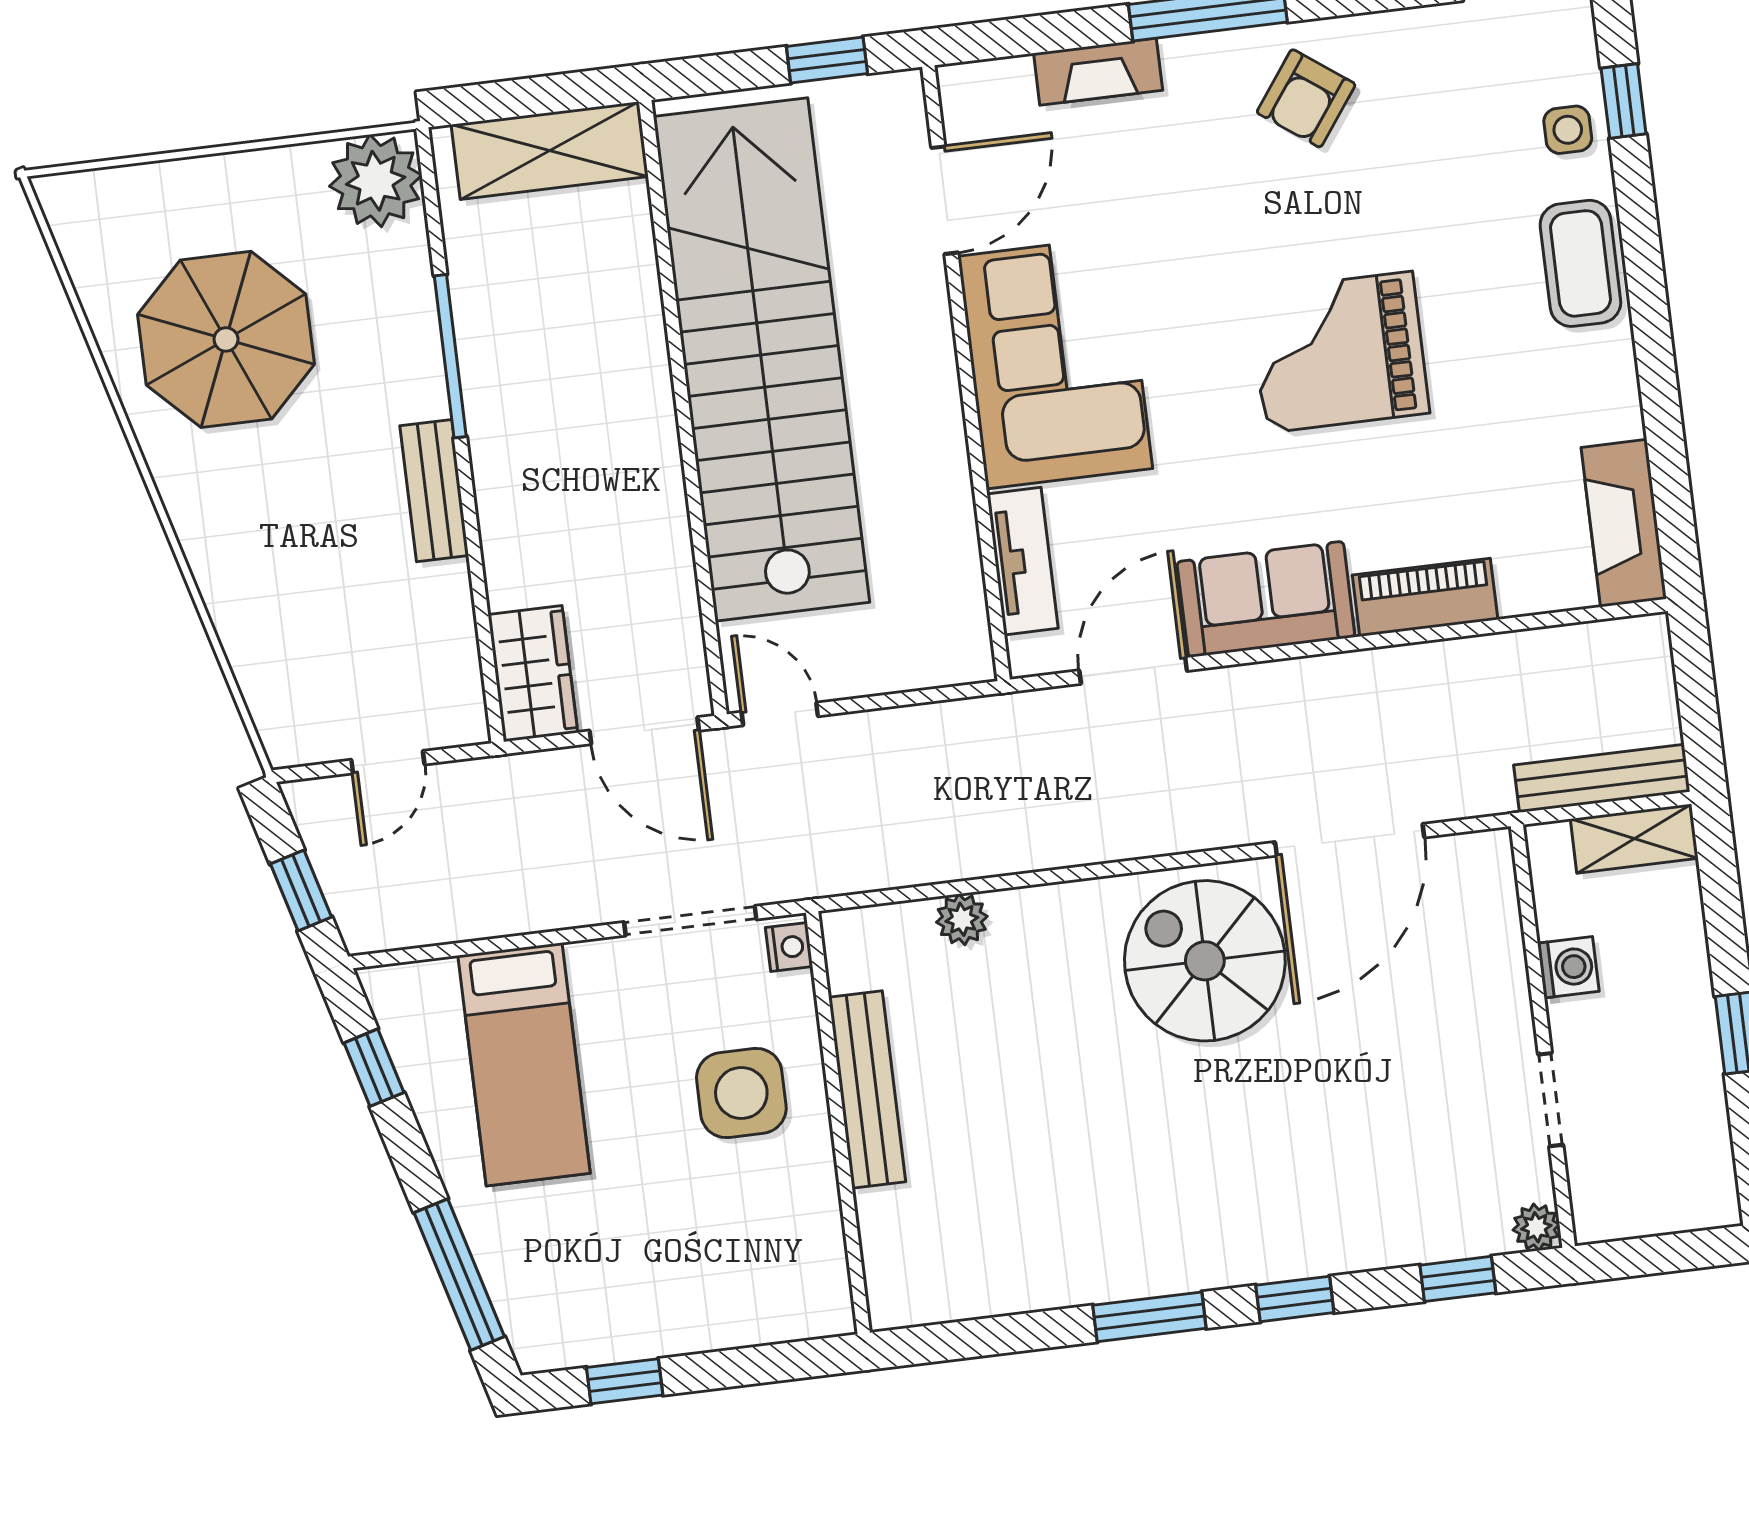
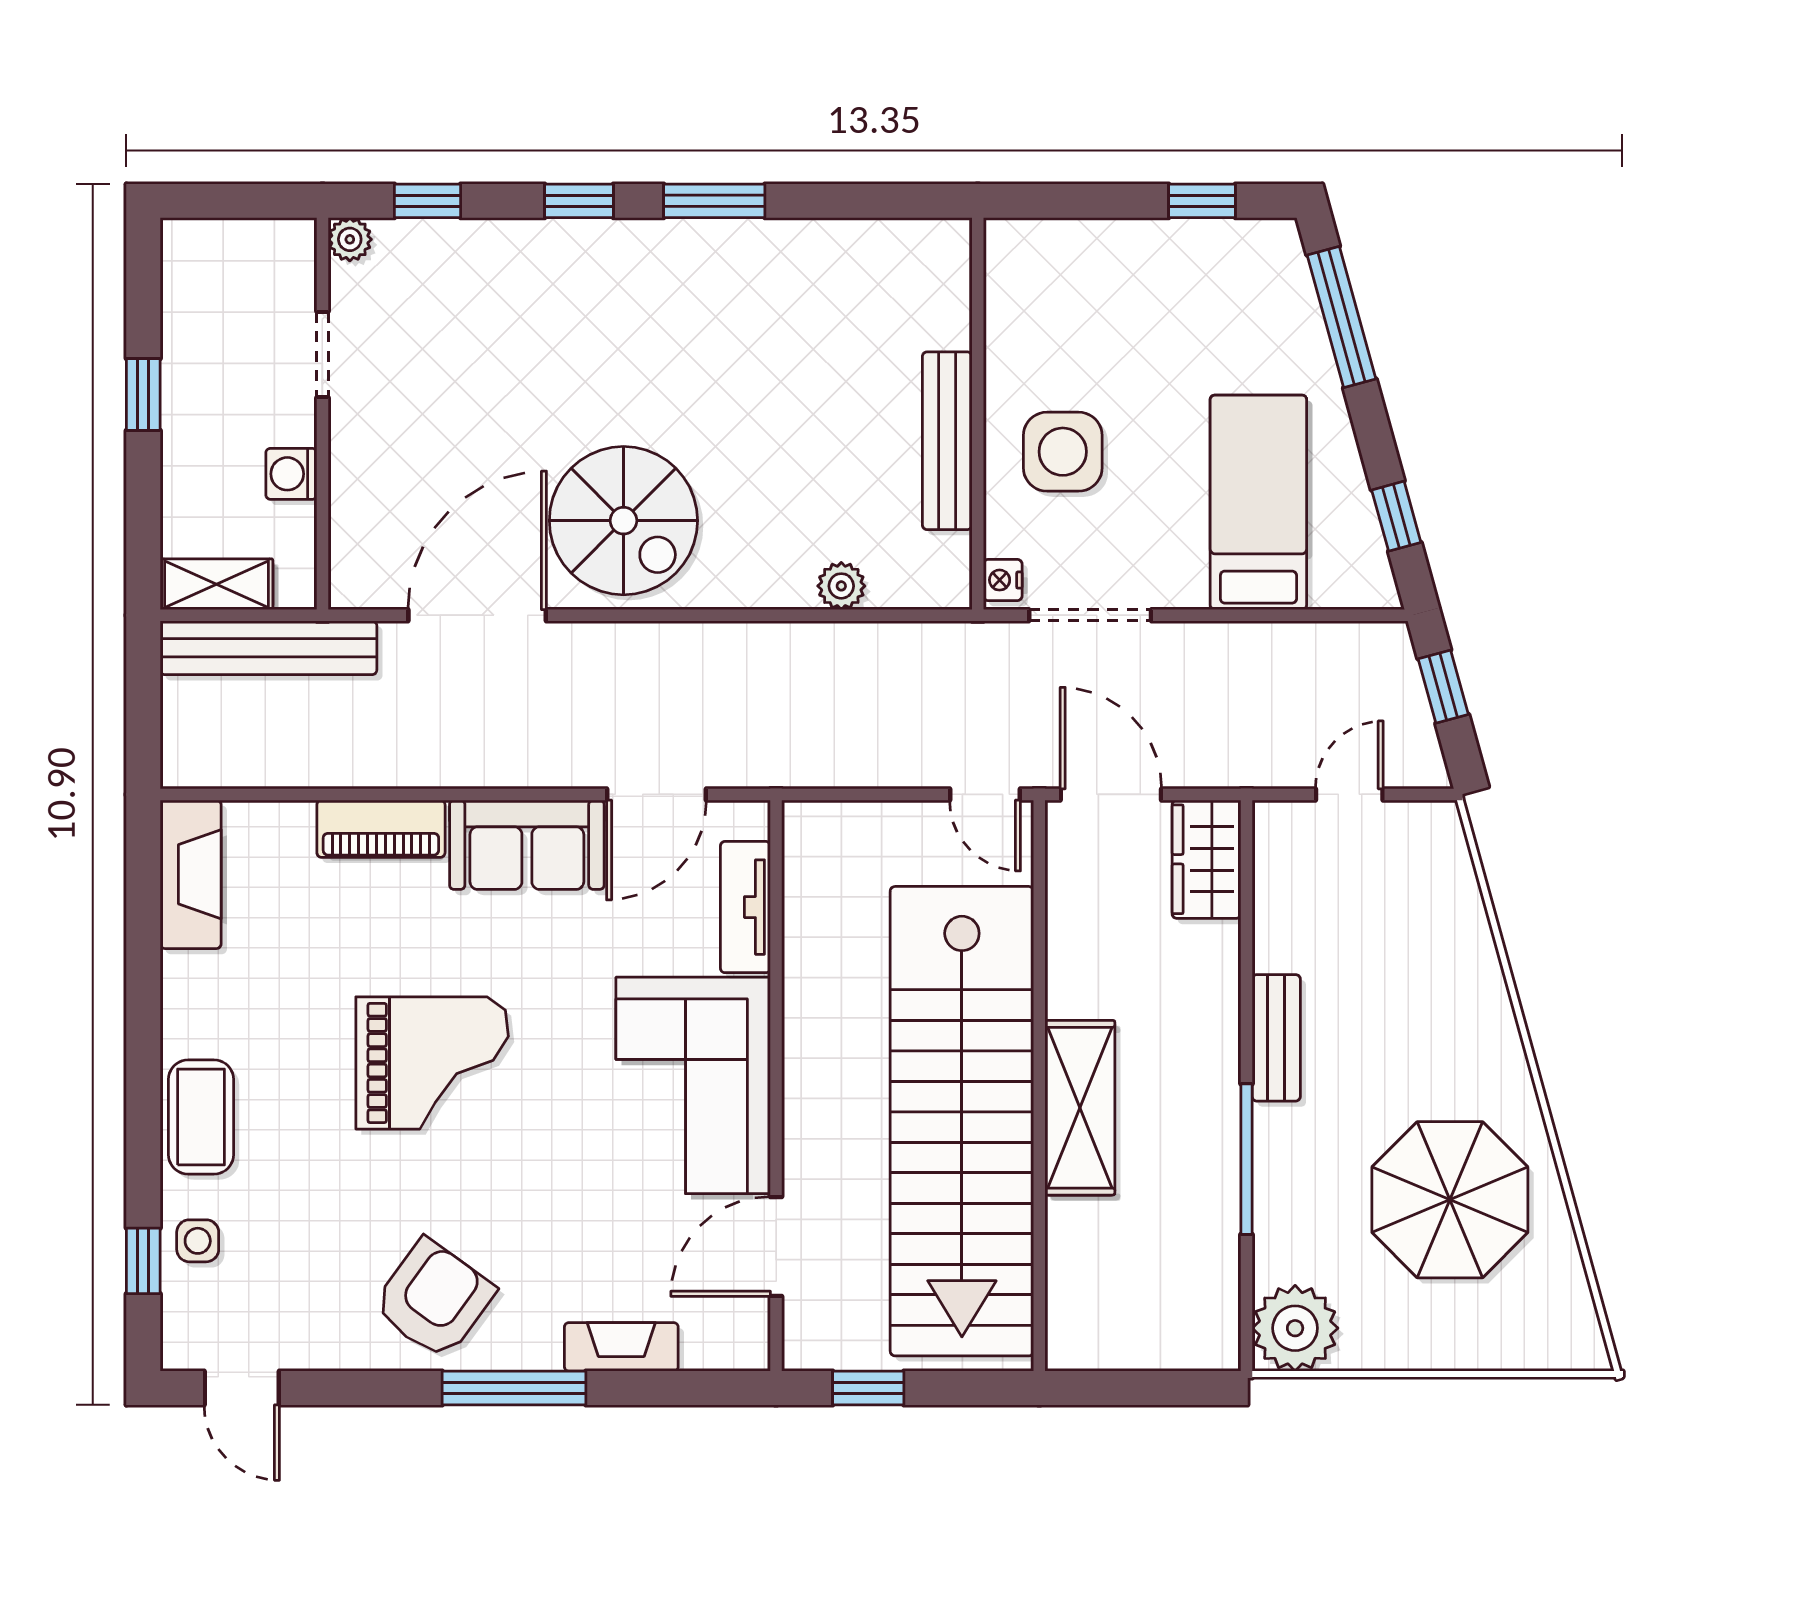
armchair: (1306, 98) -> (434, 1299), width x1.38, depth x1.38
shelving: (550, 151) -> (1080, 1108), moved, turned 90
bench: (1602, 778) -> (268, 648), width x1.37, depth x1.21

